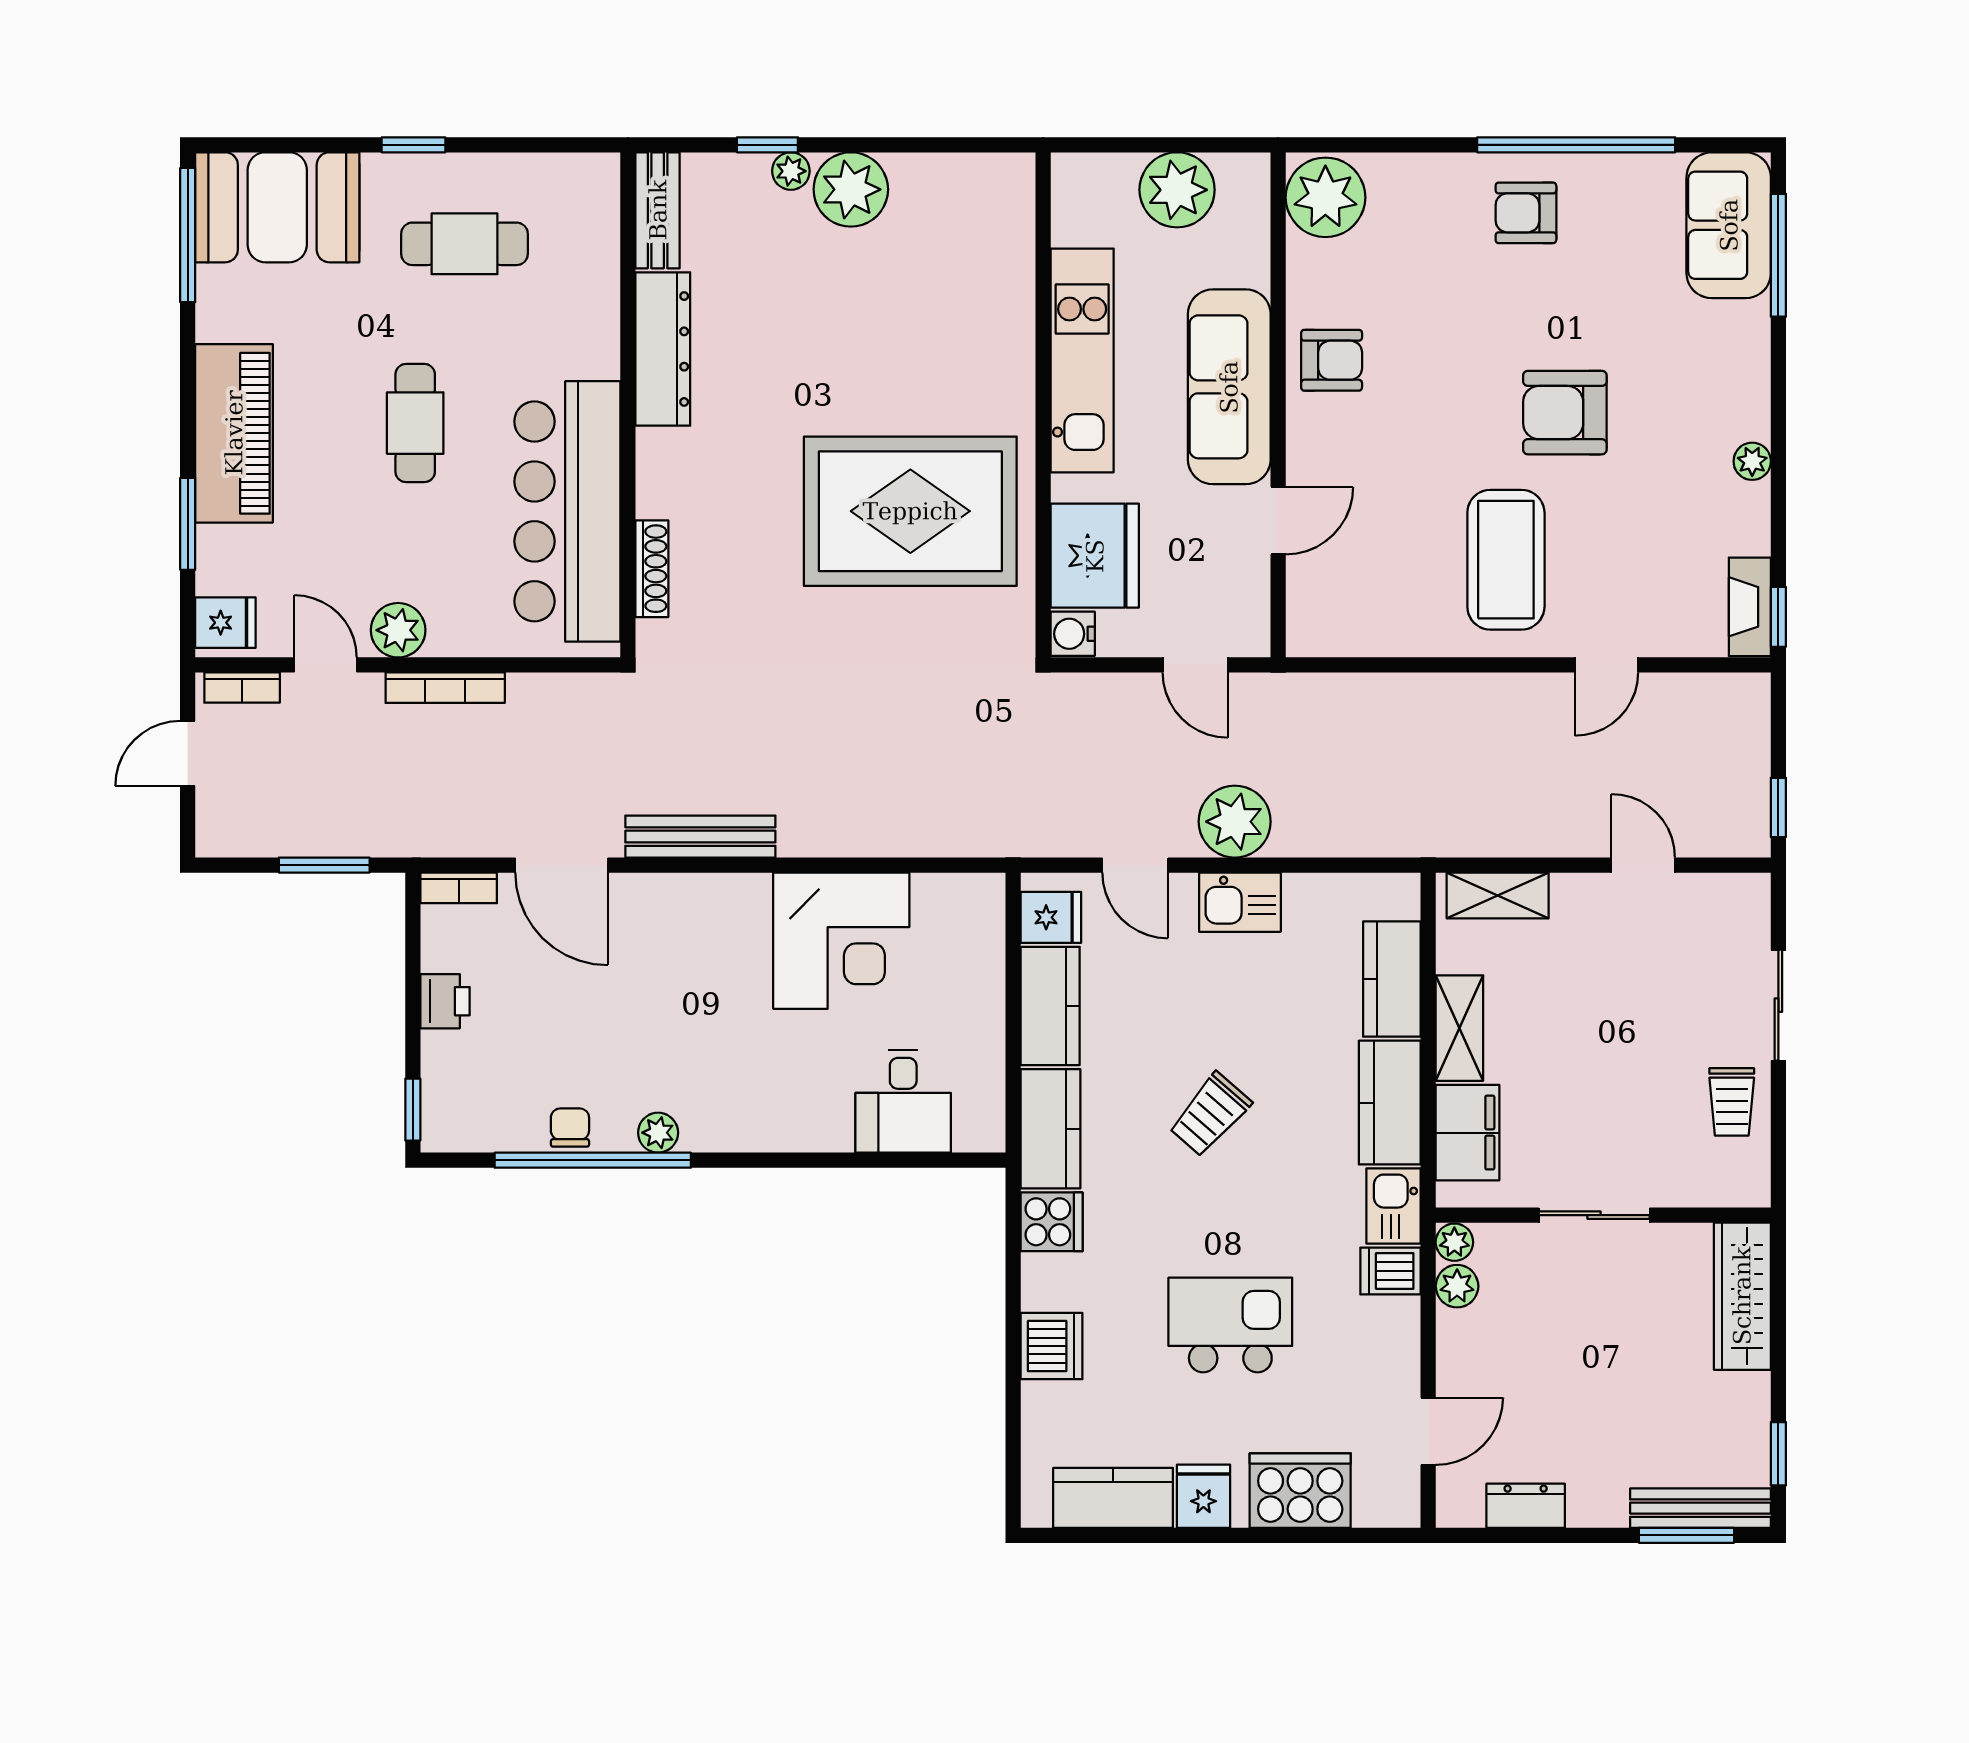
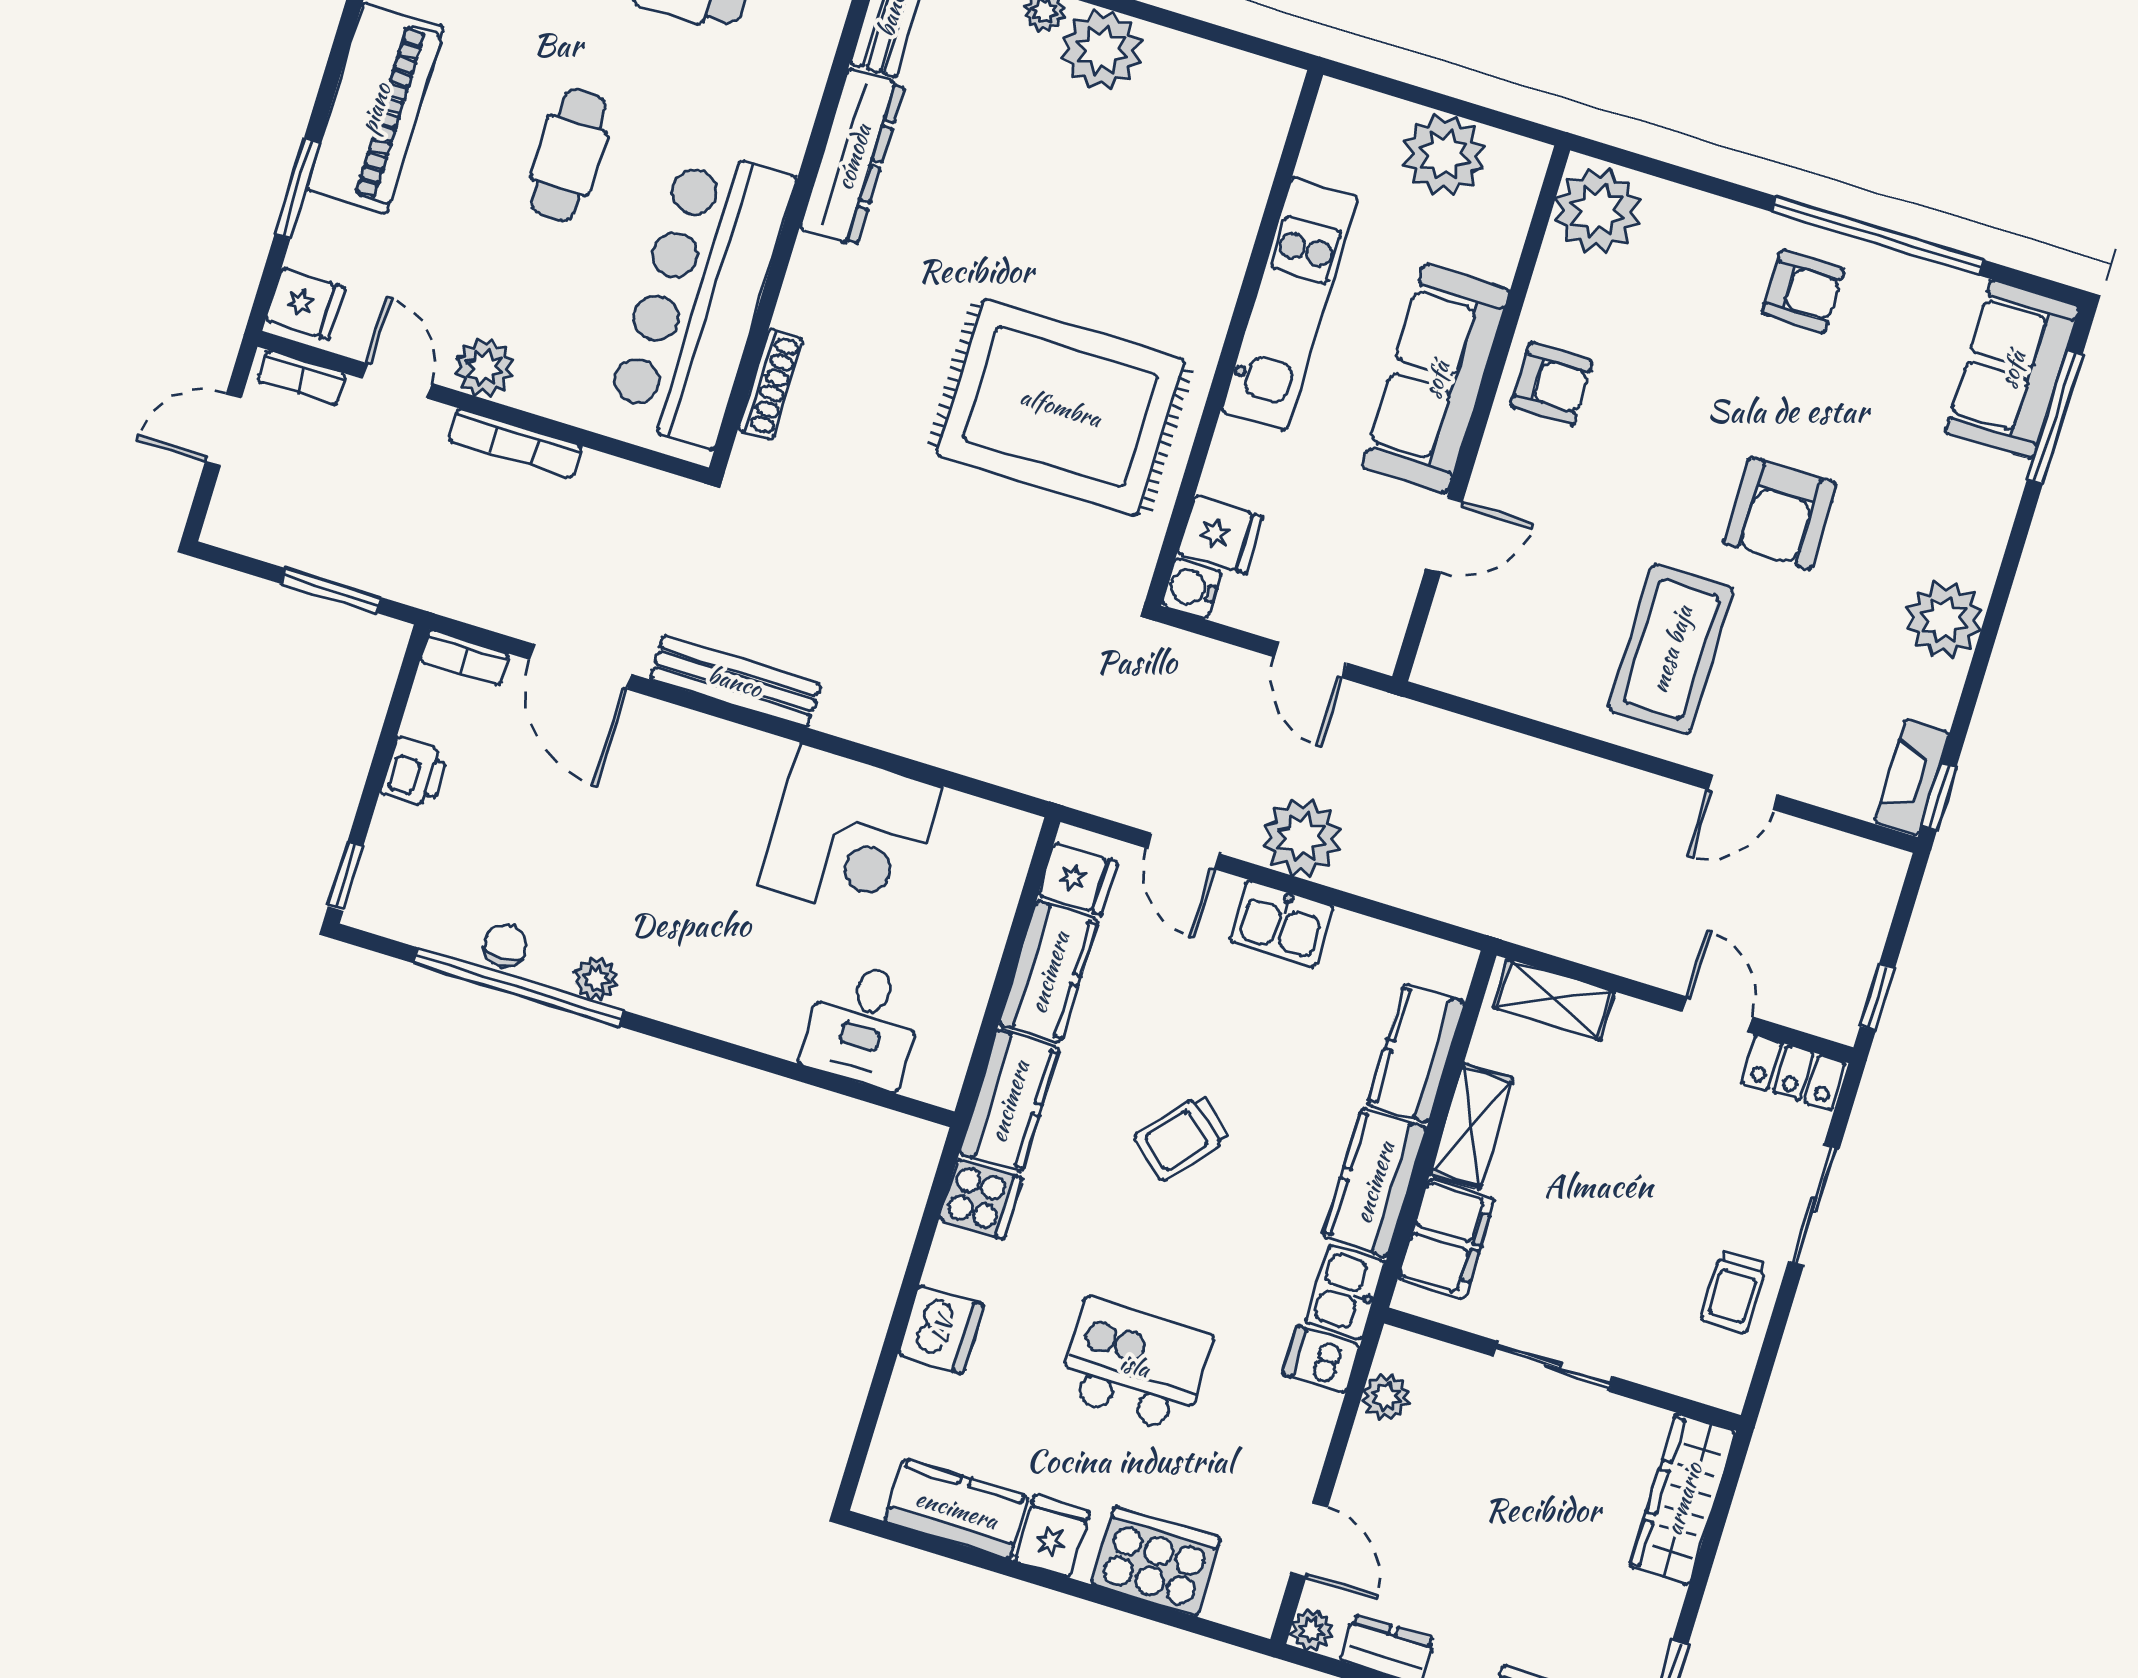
armchair: (1526, 213) -> (1803, 291), turned 180
armchair: (1565, 413) -> (1780, 514), turned -90
plant: (1752, 461) -> (1944, 620), width x1.88, depth x1.88
fridge: (1095, 556) -> (1220, 535), width x0.53, depth x0.75
locker: (1725, 896) -> (1793, 1073), added
plant: (1454, 1242) -> (1312, 1630), moved
door: (1428, 1431) -> (1309, 1540), hinge flipped

